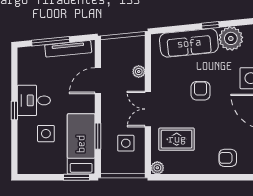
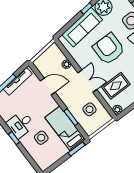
door: (98, 81) -> (48, 87), swing flipped
armchair: (201, 91) -> (109, 49), width x1.88, depth x1.88
double door: (148, 109) -> (87, 81), swing flipped

